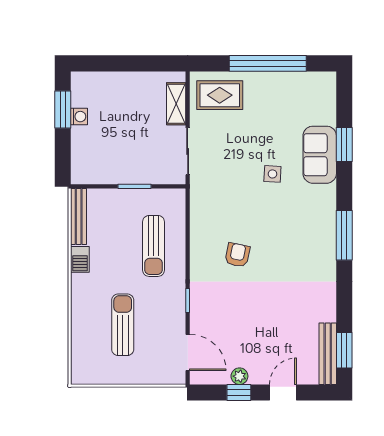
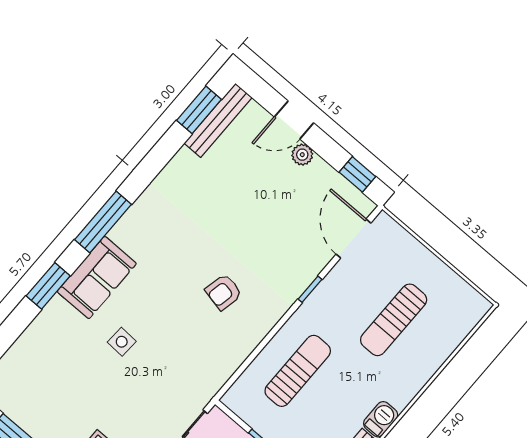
window: (344, 145) -> (48, 286), moved
sofa: (320, 155) -> (97, 278), moved
plant: (239, 376) -> (302, 155), moved
window: (239, 392) -> (357, 174), moved

